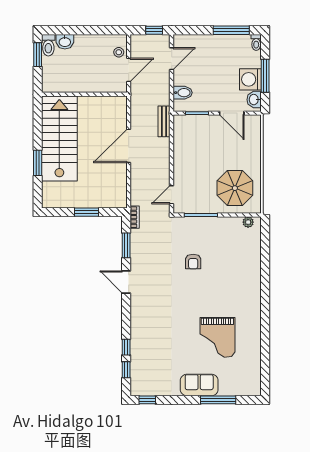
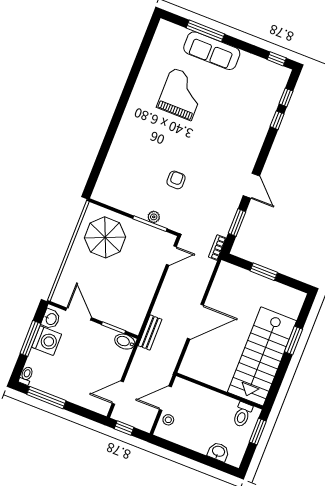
toilet: (48, 45) -> (242, 415), moved, turned 180
window: (38, 55) -> (258, 432), moved
bidet: (183, 93) -> (125, 342), moved
plant: (248, 222) -> (154, 217), moved
sofa: (199, 385) -> (212, 51), width x1.36

